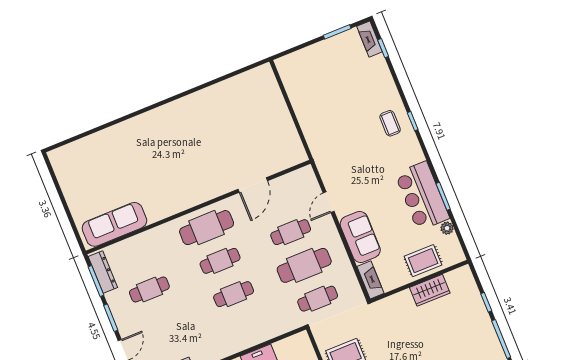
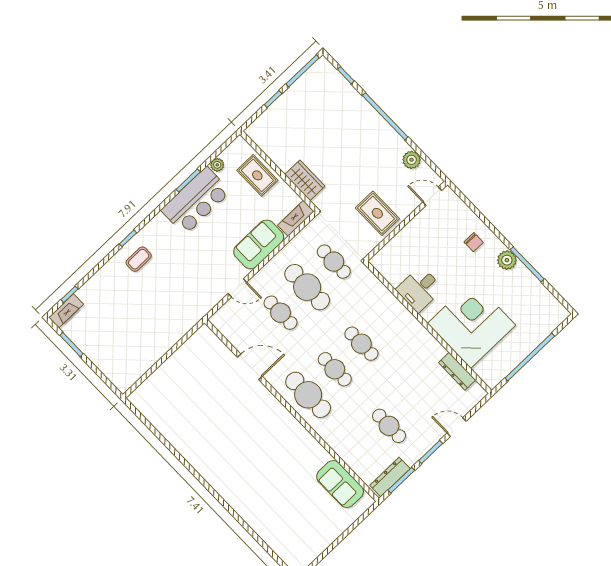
sofa: (114, 224) -> (340, 484), width x0.73
wardrobe: (430, 290) -> (305, 180), moved

